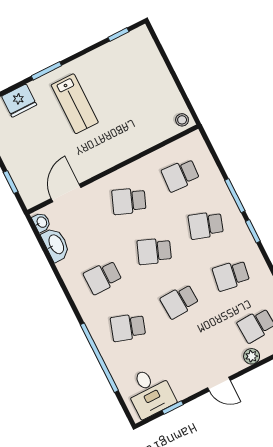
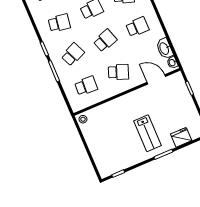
lab bench: (75, 104) -> (148, 133), turned 180
door: (66, 193) -> (156, 79), swing flipped
school desk: (206, 225) -> (73, 54), turned -42
school desk: (154, 251) -> (105, 41), turned -39

